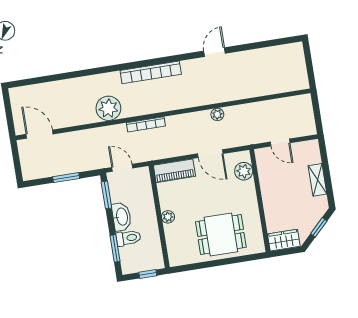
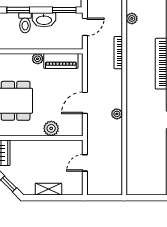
plant: (108, 108) -> (132, 18), width x0.53, depth x0.53
piano: (174, 171) -> (61, 61), moved, turned -90
plant: (244, 171) -> (51, 128), moved

